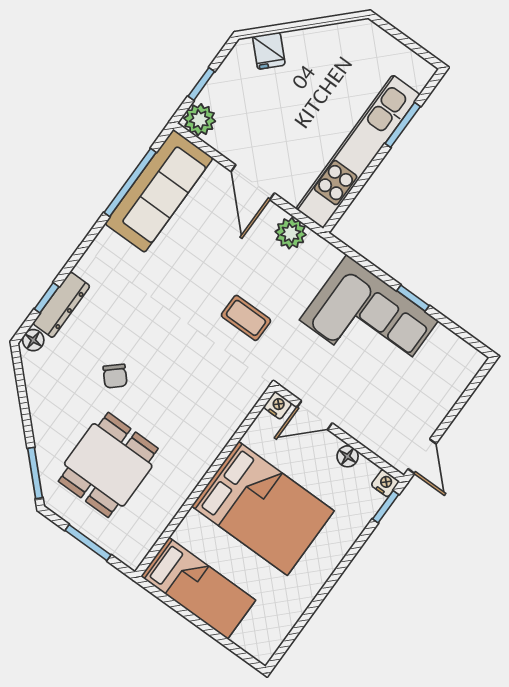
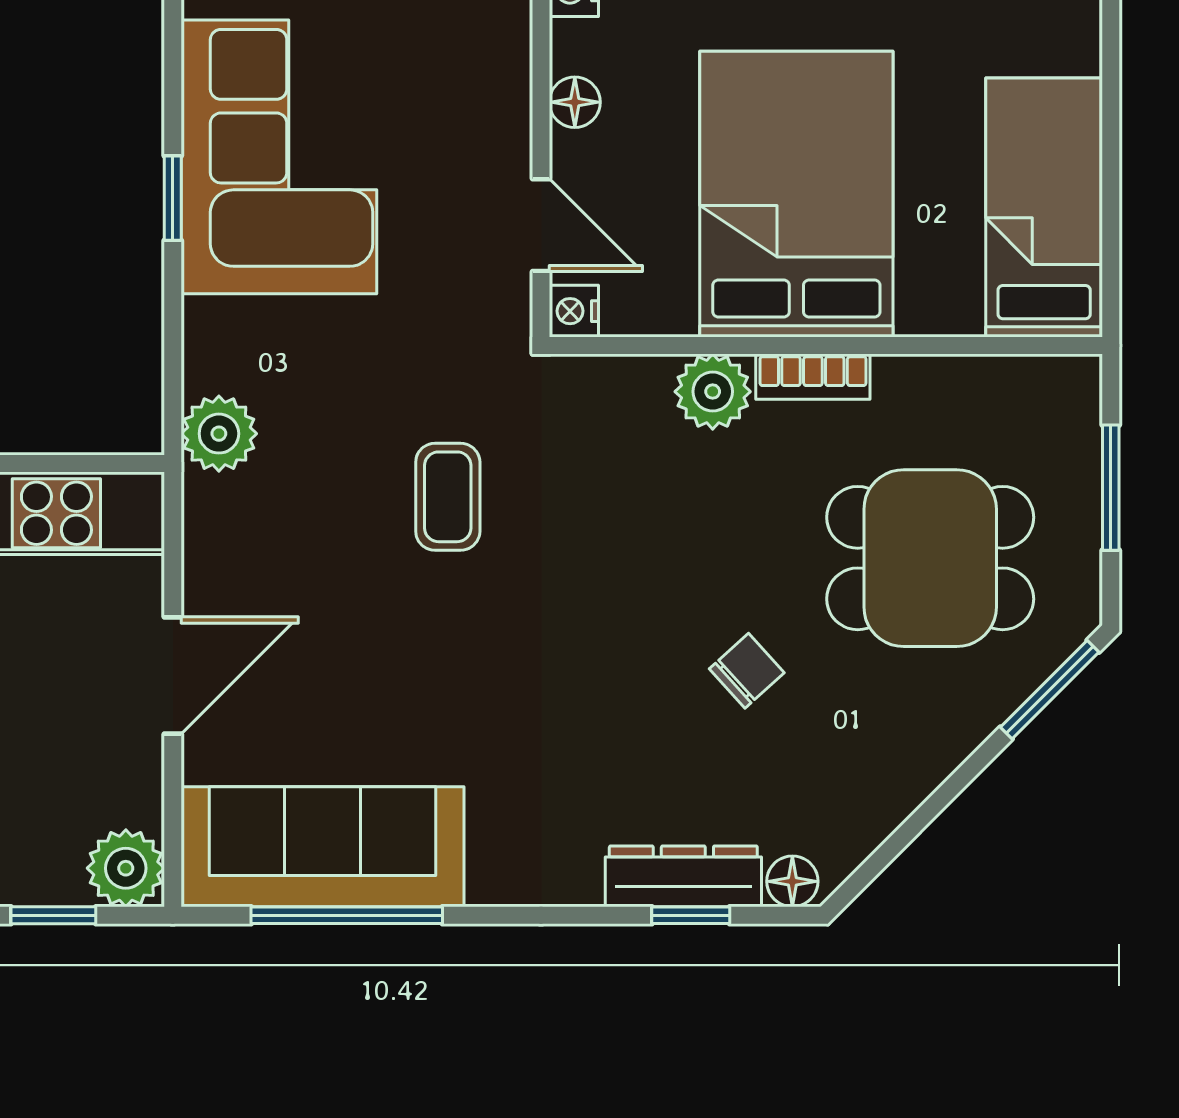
plant: (291, 233) -> (219, 434), moved
corner sofa: (369, 320) -> (279, 157), moved
plant: (217, 432) -> (713, 392), added
bookcase: (198, 470) -> (813, 377), added

